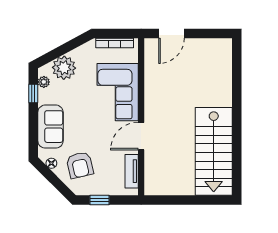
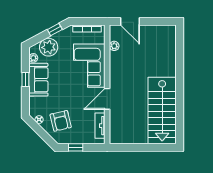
door: (171, 34) -> (130, 21), hinge flipped
window: (72, 45) -> (55, 30), added
plant: (150, 66) -> (114, 46), added
window: (33, 93) -> (25, 79), moved
sofa: (50, 127) -> (38, 80), moved

